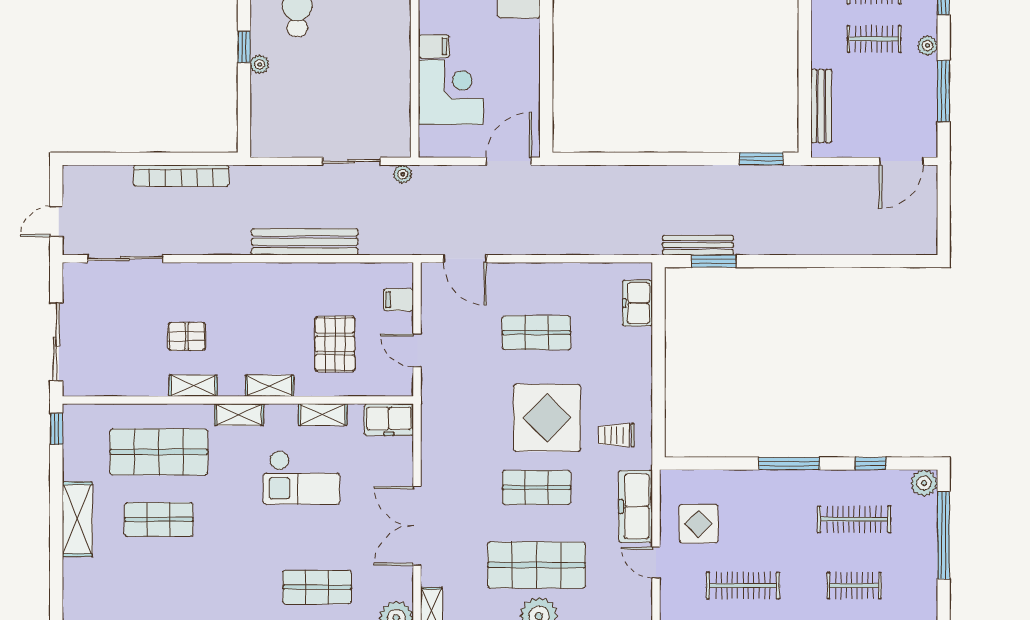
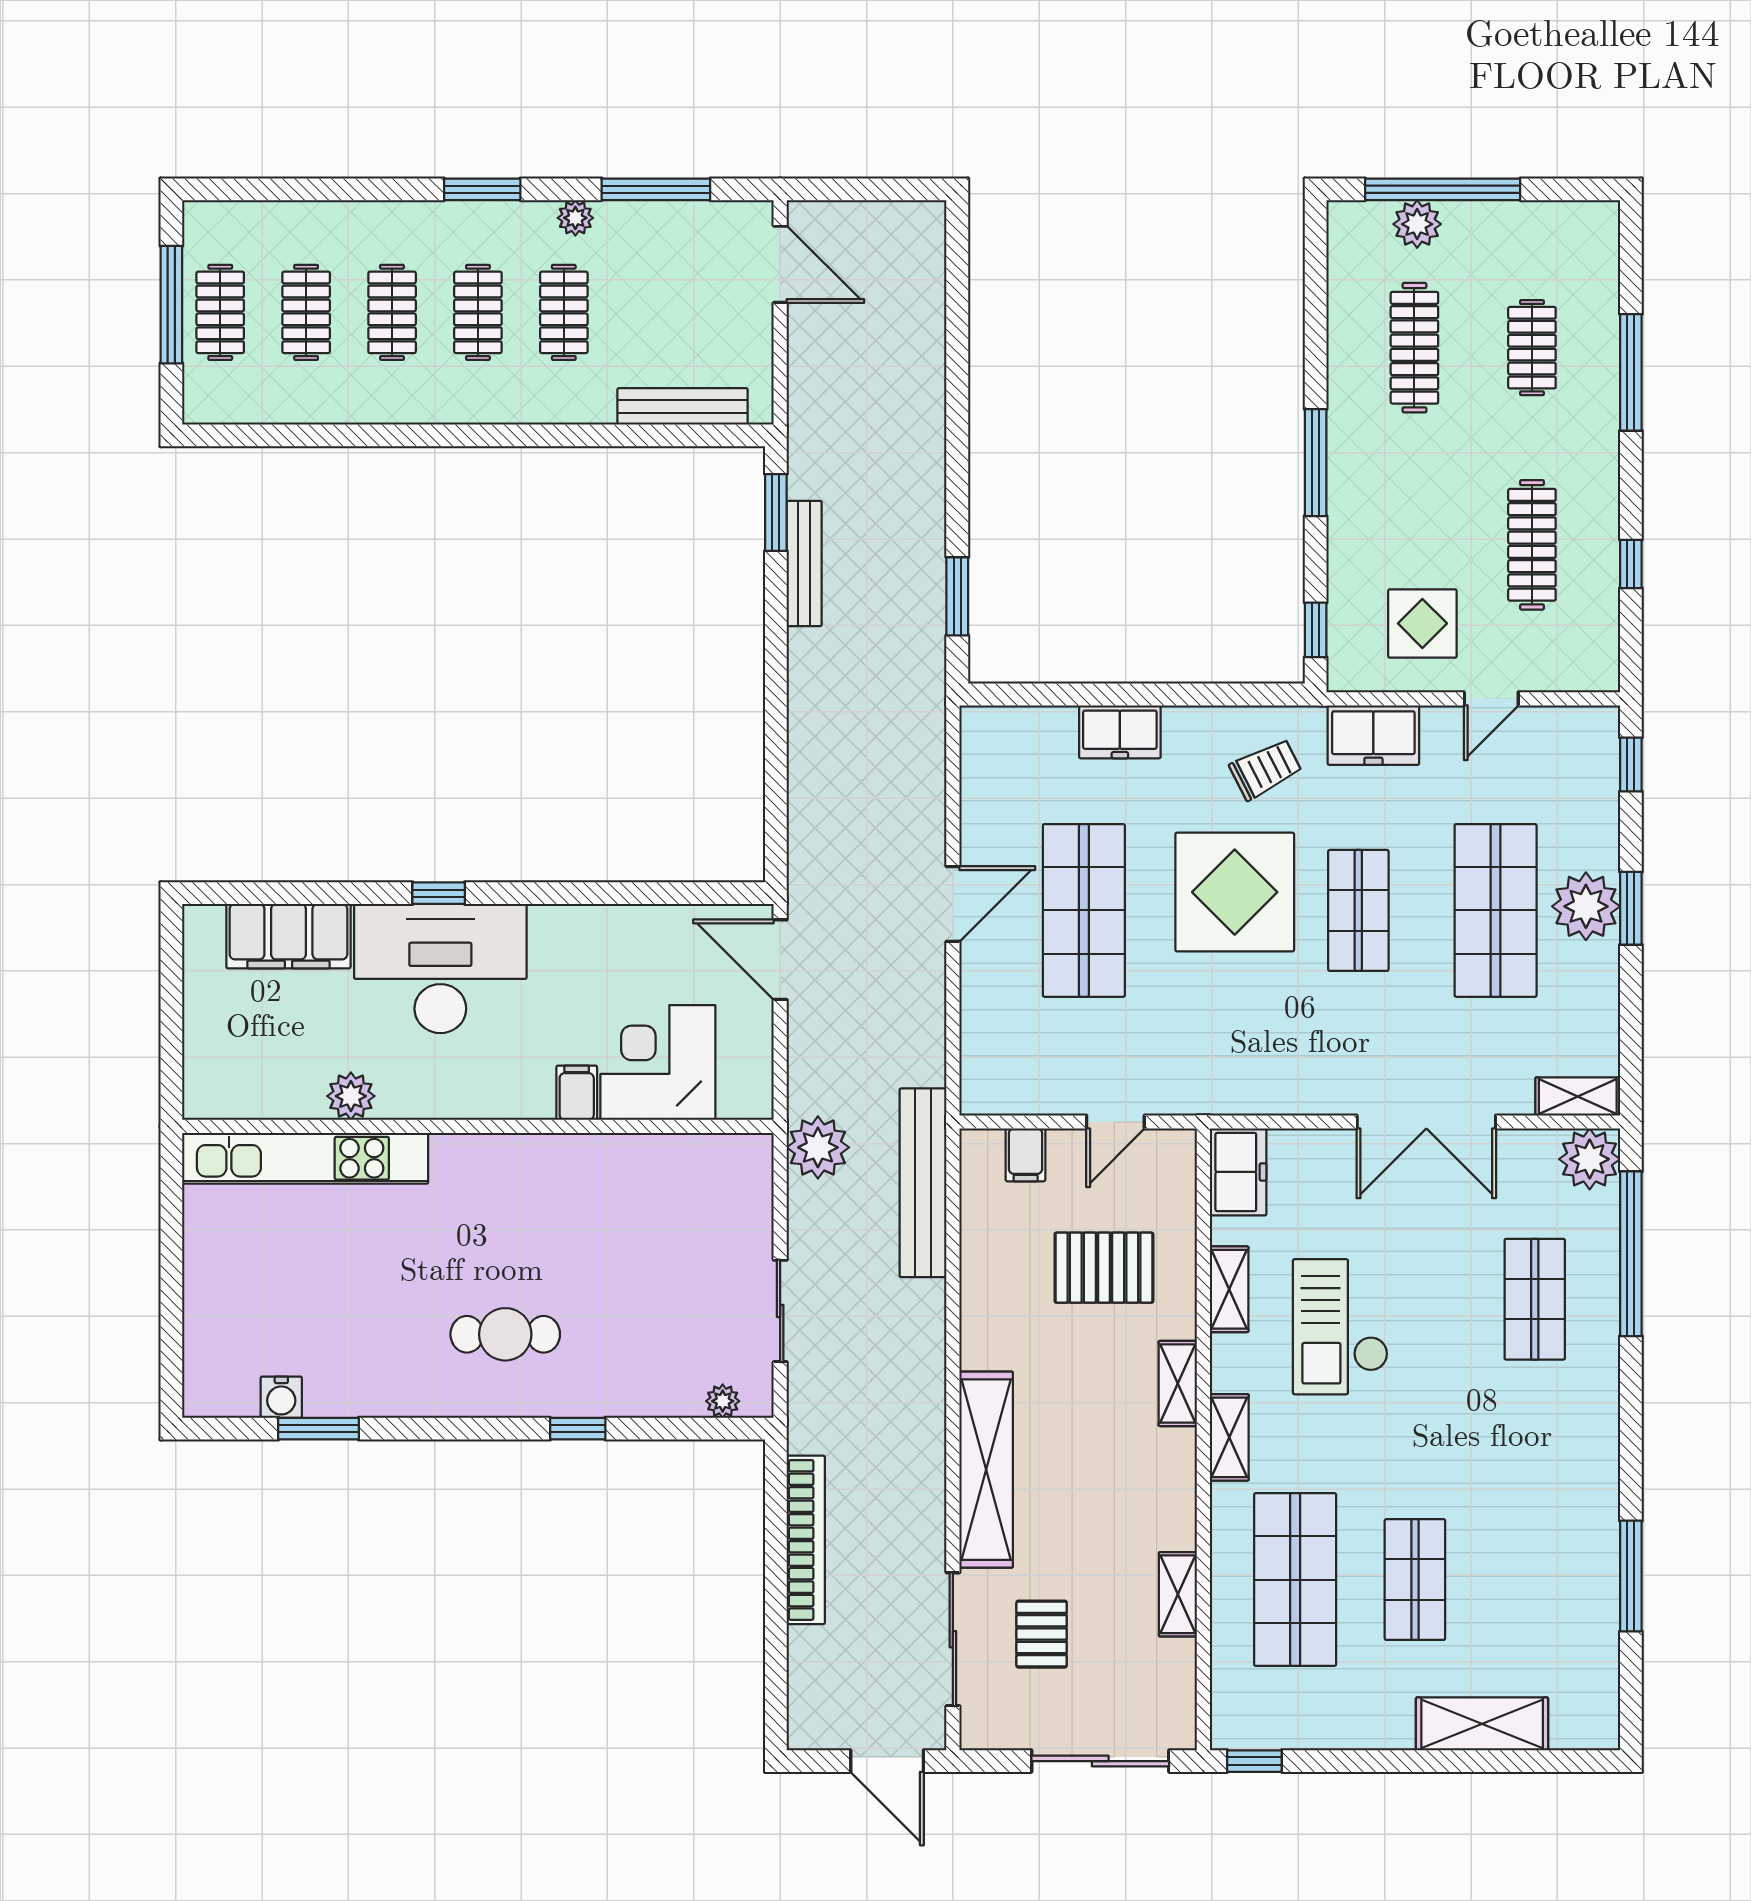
plant: (260, 64) -> (723, 1401), moved
sliding door: (351, 161) -> (780, 1311), moved
plant: (403, 174) -> (818, 1147), width x1.88, depth x1.88
door: (56, 222) -> (887, 1761), width x1.38
bench: (305, 242) -> (923, 1183), moved
bench: (698, 245) -> (804, 564), moved
door: (465, 259) -> (953, 904), moved
shelving: (221, 277) -> (986, 1470), added
freezer: (637, 303) -> (1120, 732), moved
shop shelf: (537, 333) -> (1084, 910), width x1.43, depth x1.36
pallet: (187, 336) -> (1042, 1634), moved
shelving: (193, 386) -> (1178, 1594), moved
trolley: (616, 435) -> (1266, 769), turned -117
window: (871, 463) -> (1316, 630), moved
checkout: (302, 477) -> (1340, 1327), turned 180
plant: (924, 483) -> (1417, 224), moved
freezer: (636, 506) -> (1373, 735), width x0.71
shelving: (77, 519) -> (1482, 1724), moved

